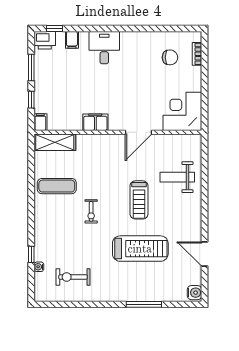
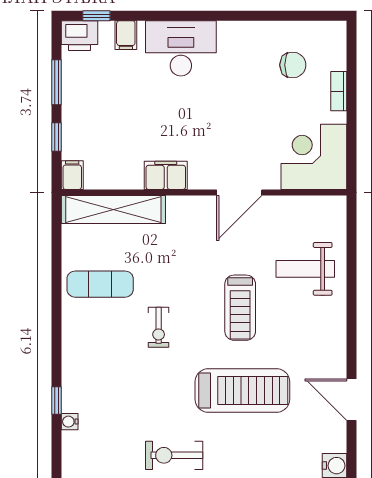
desk: (104, 48) -> (181, 48), width x1.37
bookcase: (197, 54) -> (339, 91), moved
shelving: (55, 142) -> (113, 210), width x1.47
exercise bike: (73, 277) -> (174, 455), moved

